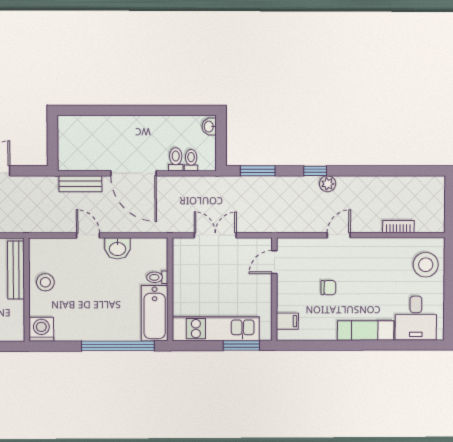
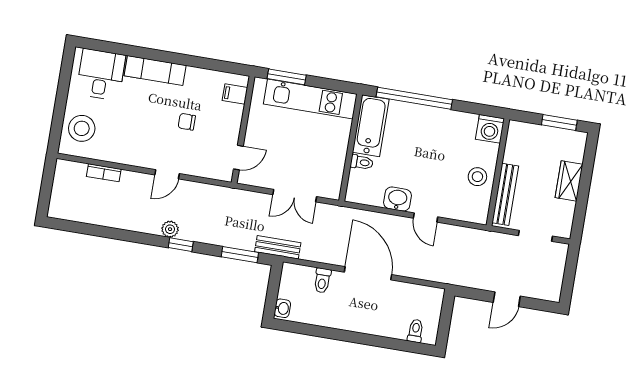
toilet: (191, 160) -> (416, 331), moved, turned 180
bench: (80, 184) -> (278, 247), moved

